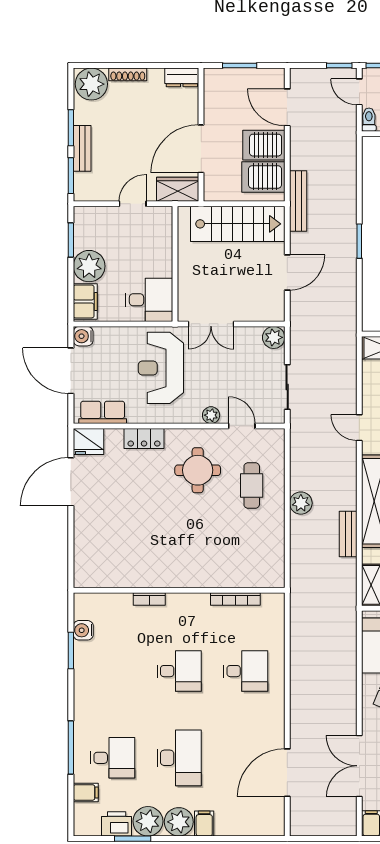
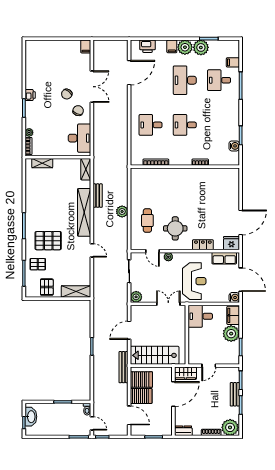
double door: (359, 766) -> (92, 87), moved
printer: (117, 824) -> (148, 46), moved

